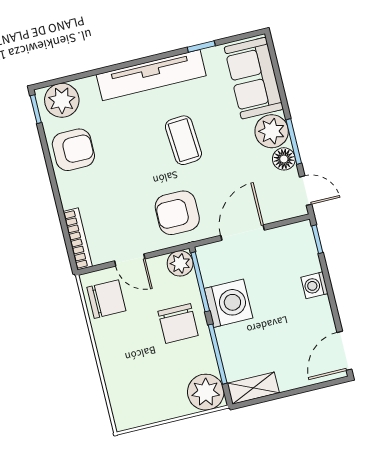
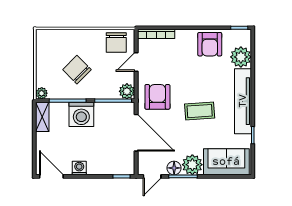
plant: (62, 100) -> (241, 57), moved
door: (243, 233) -> (136, 133), width x1.36
washing machine: (314, 285) -> (79, 168), moved
washing machine: (229, 303) -> (81, 114), moved
chair: (178, 323) -> (77, 70), moved, turned 45
plant: (206, 392) -> (42, 93), width x0.53, depth x0.53

